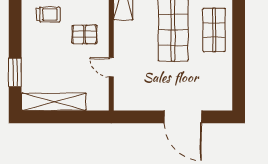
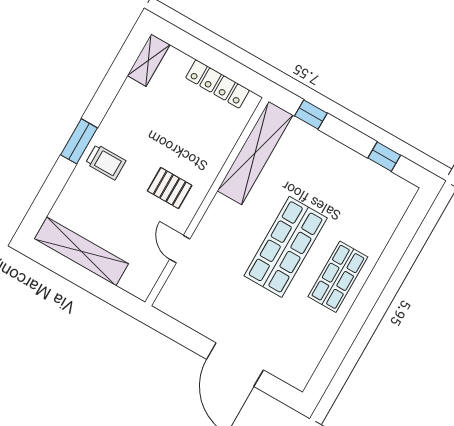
trolley: (48, 14) -> (106, 162), moved
window: (15, 72) -> (79, 141), moved

